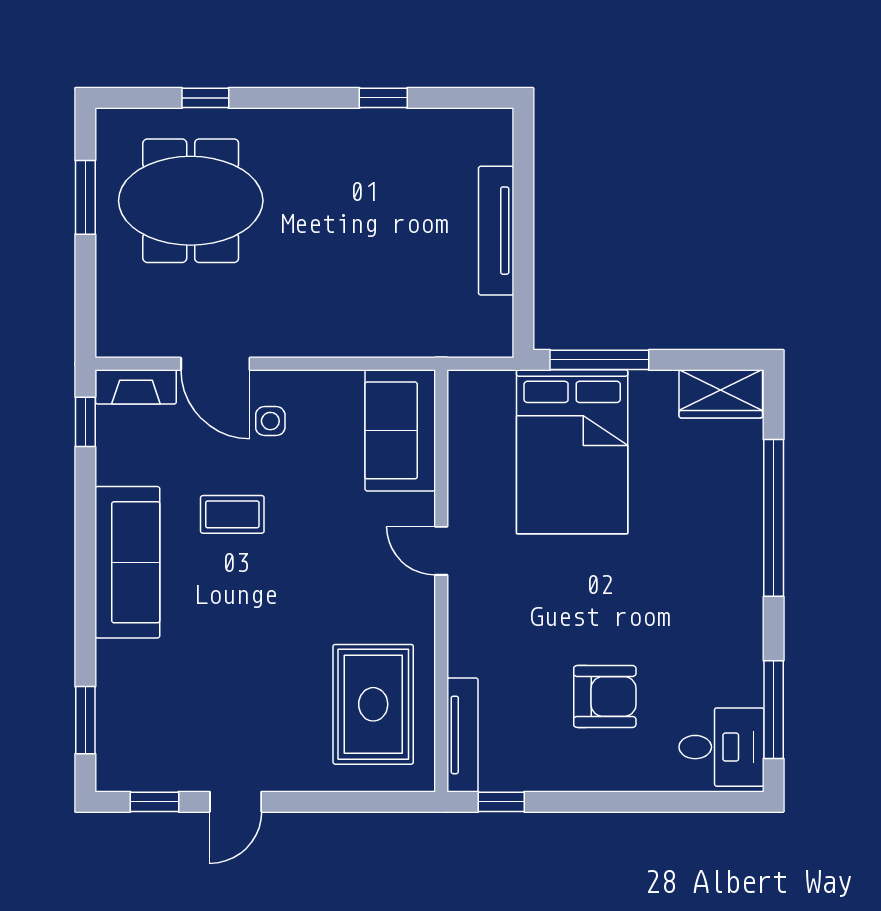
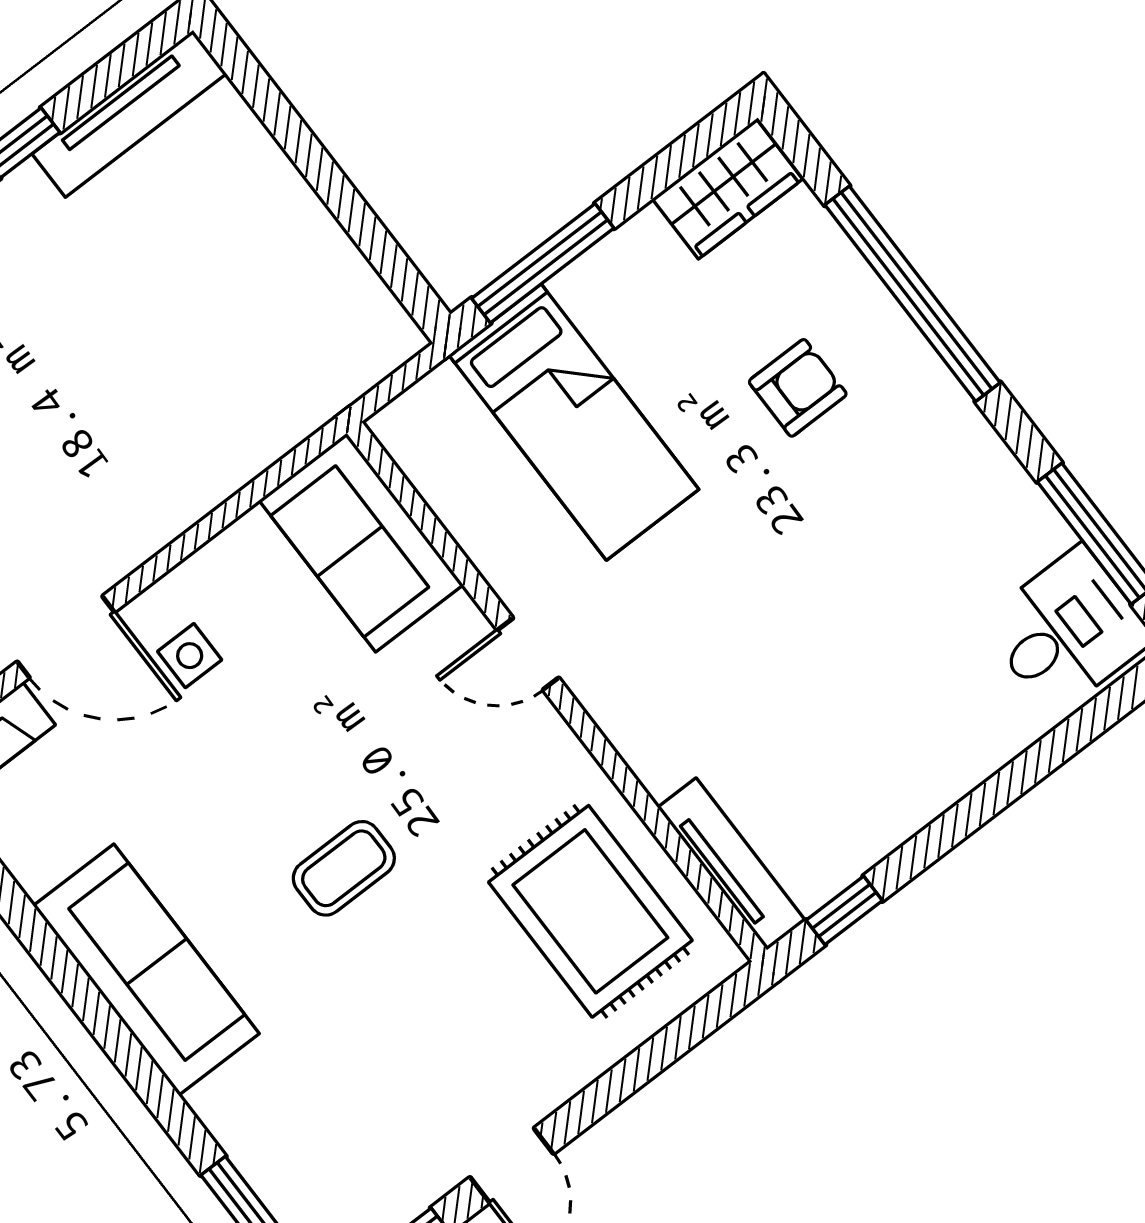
tv unit: (496, 231) -> (129, 114), moved, turned -90
bed: (572, 452) -> (574, 422), width x0.67
coffee table: (232, 514) -> (344, 868), moved
armchair: (605, 696) -> (798, 388), moved, width x0.72, depth x0.72

